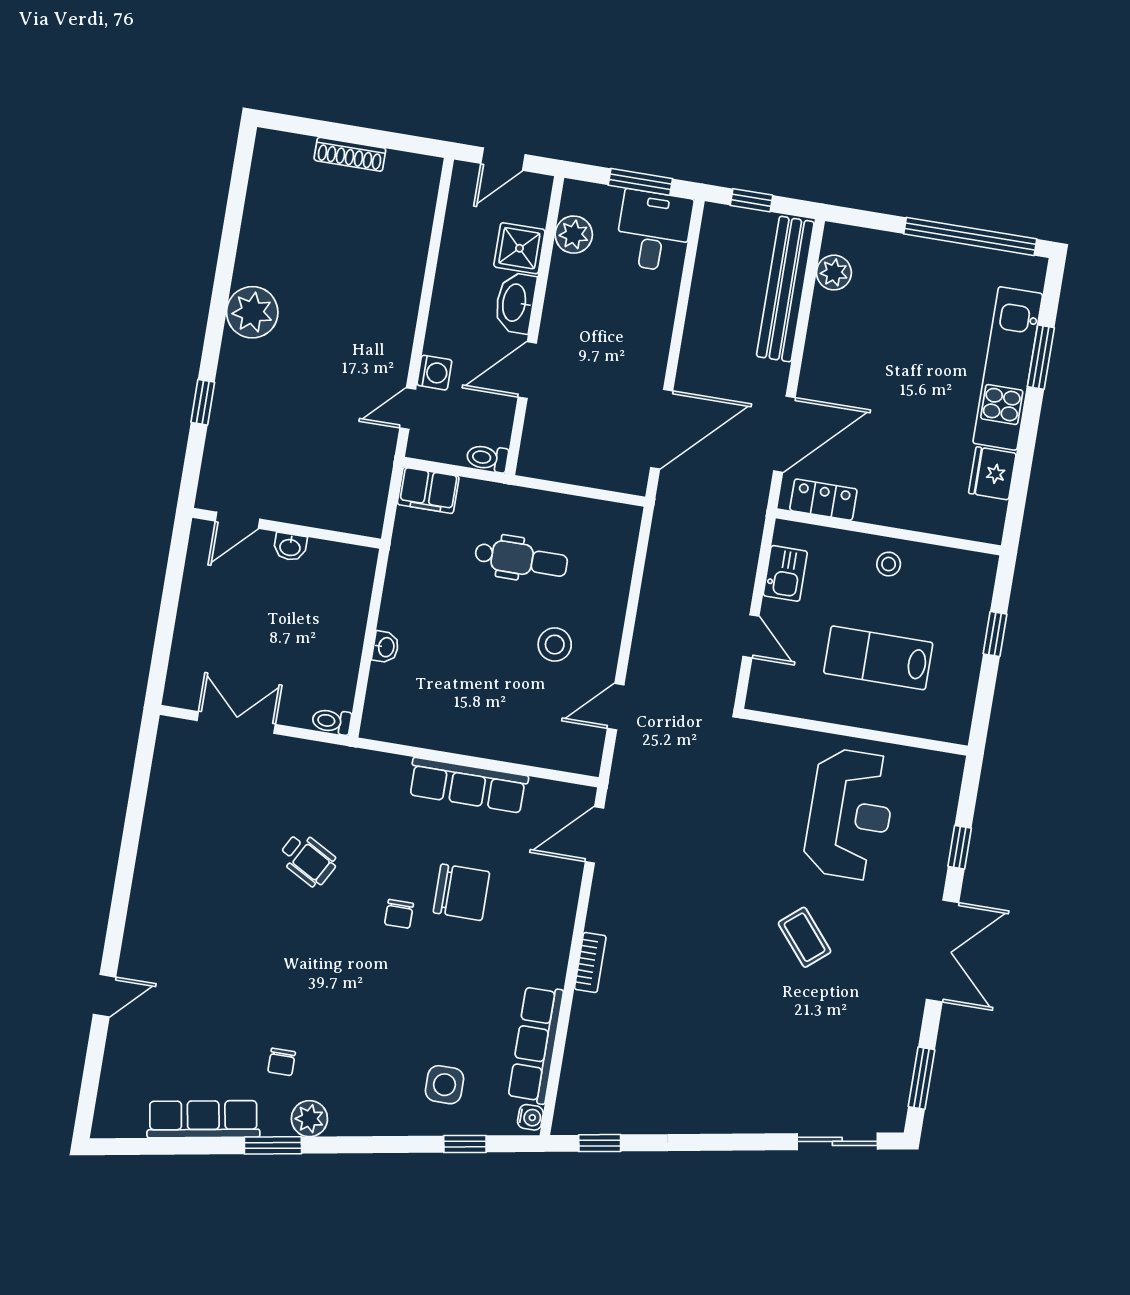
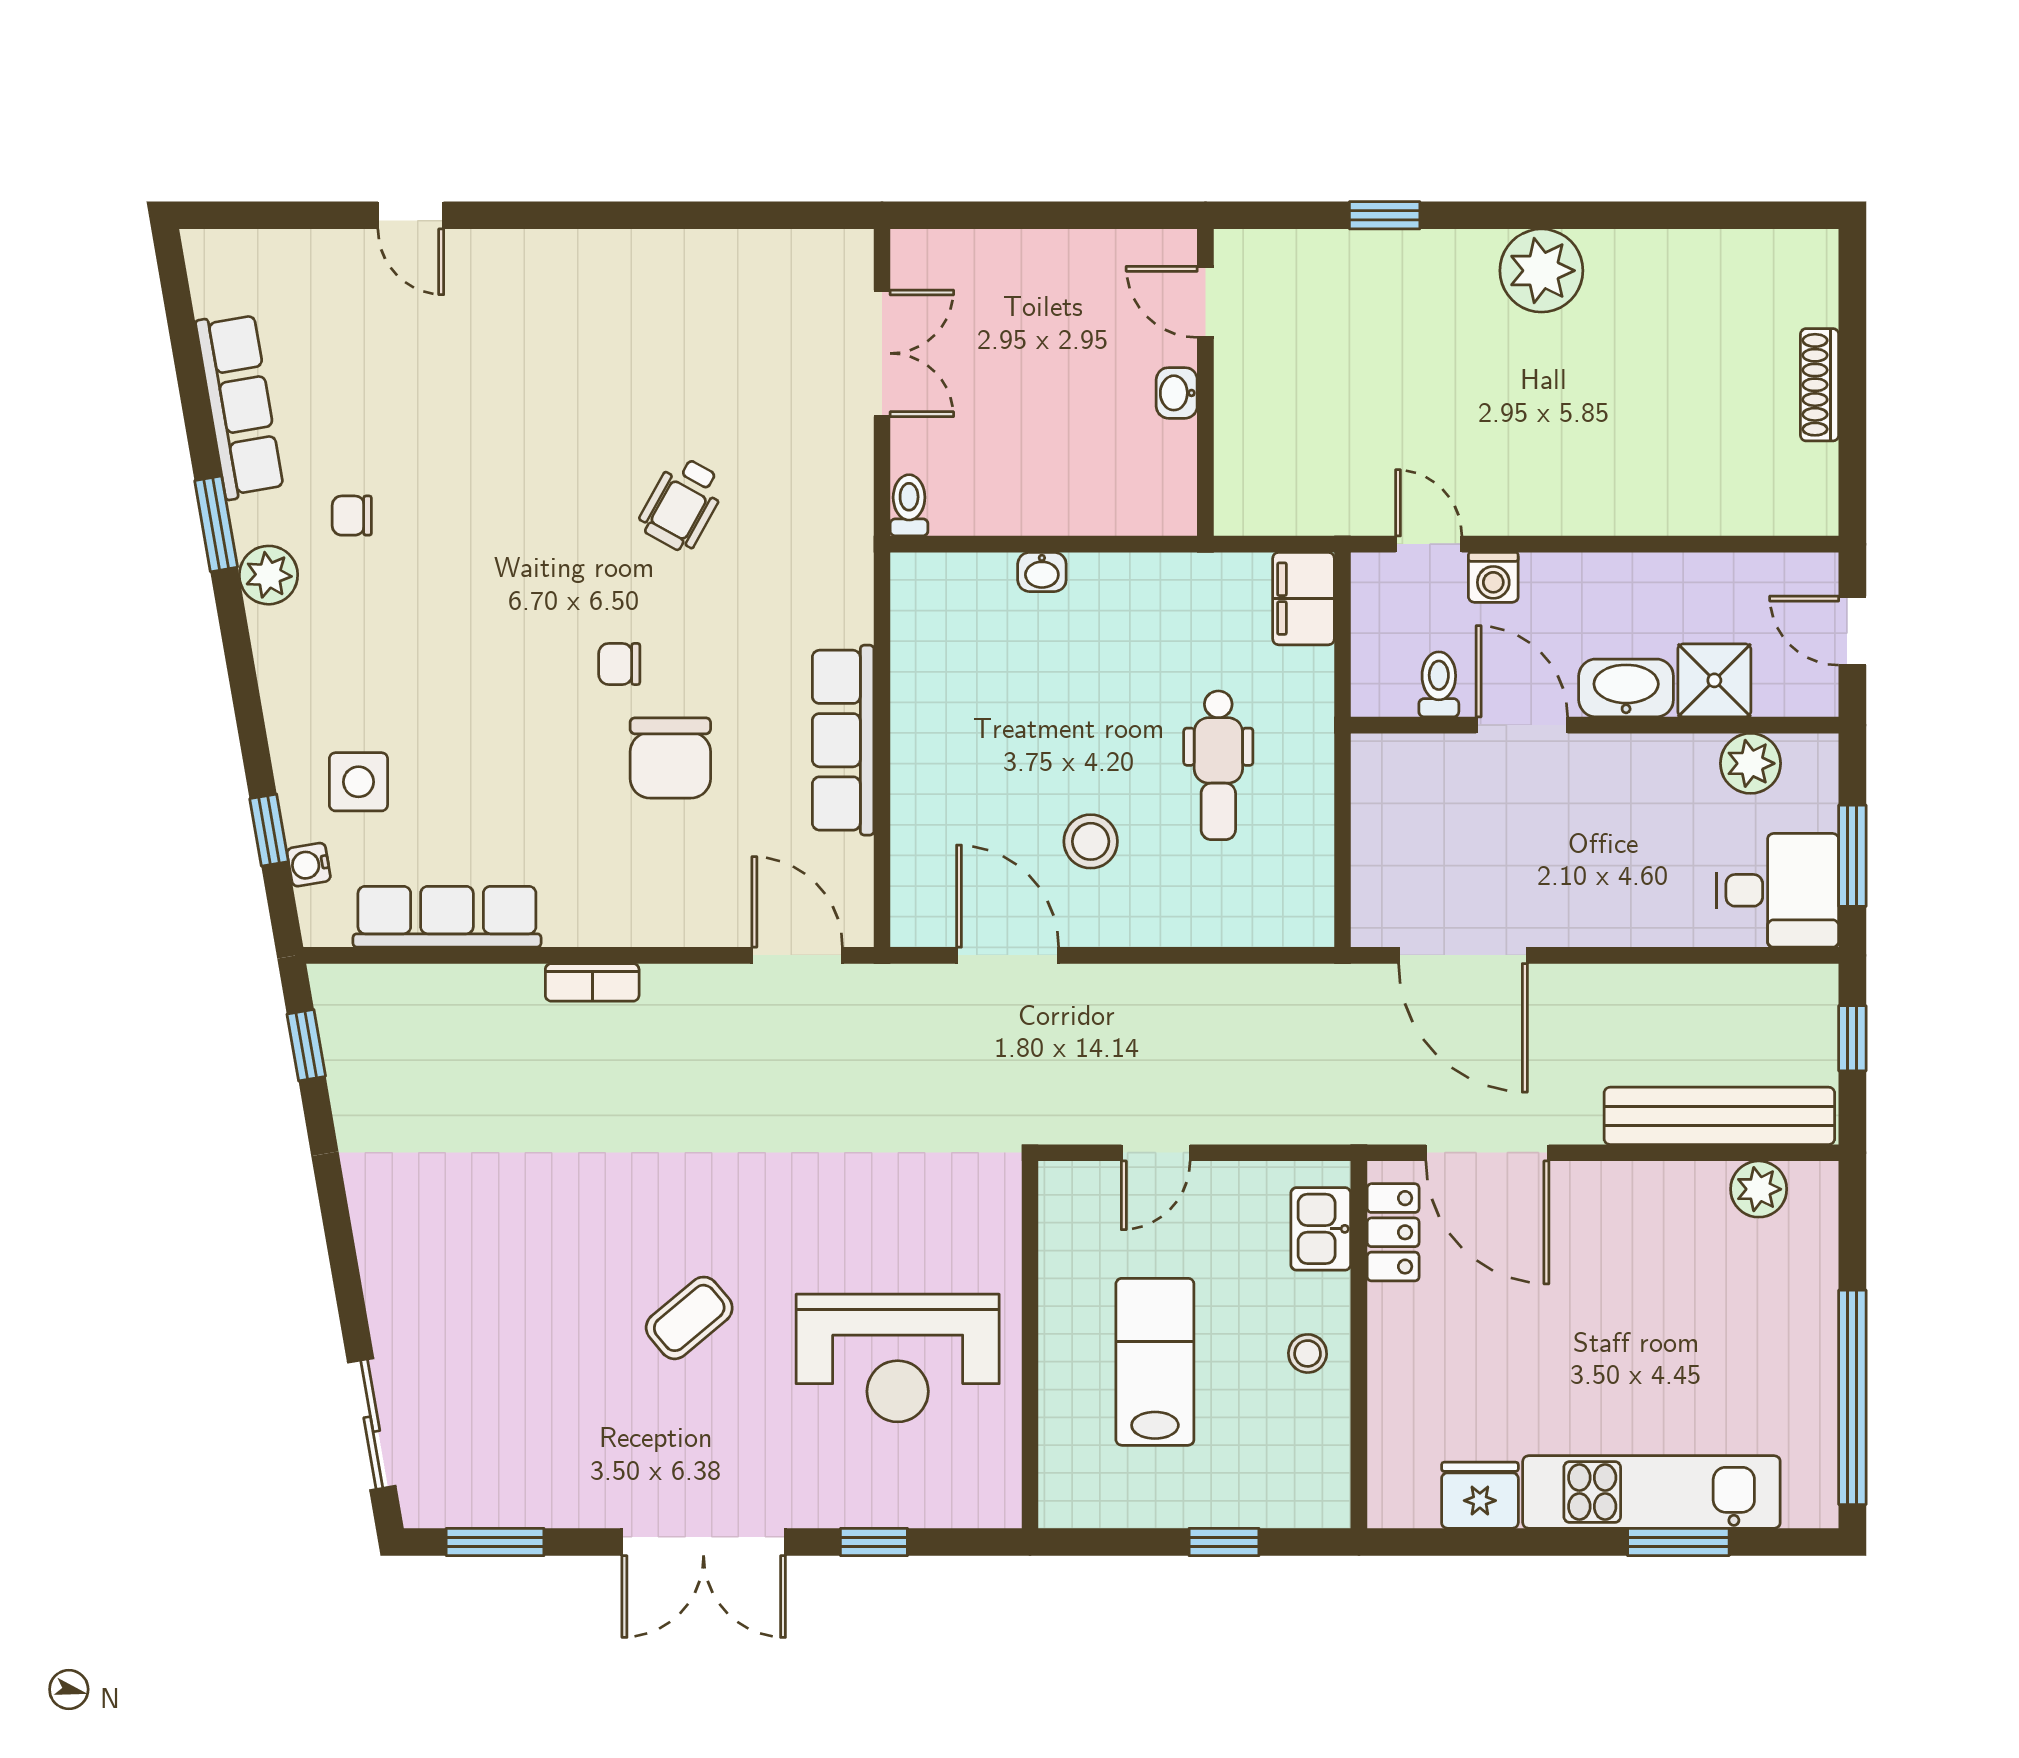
toilet: (487, 458) -> (1439, 684), moved
kitchen sink: (785, 573) -> (1321, 1229), moved, turned 90
door: (616, 707) -> (1008, 955), width x1.38
water cooler: (530, 1117) -> (309, 865), moved, turned 80

